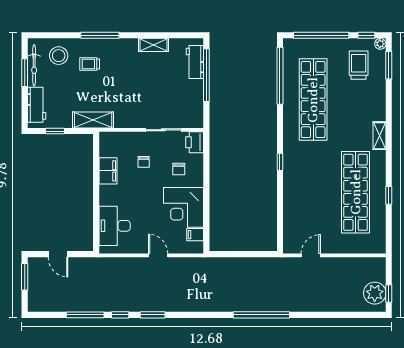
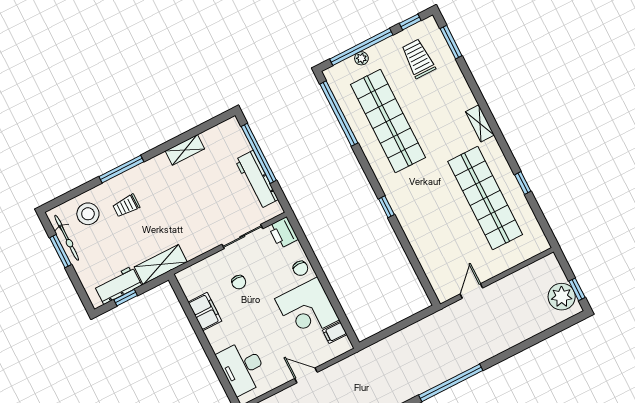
plant: (380, 44) -> (361, 58), moved
workbench: (195, 62) -> (257, 180), moved, width x1.38
workbench: (37, 105) -> (118, 285), moved, turned -90
chair: (179, 169) -> (300, 268), moved

